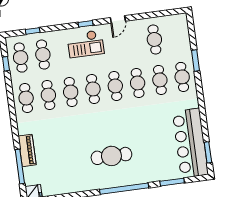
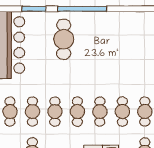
cafe table: (111, 156) -> (64, 39), moved, turned 90

